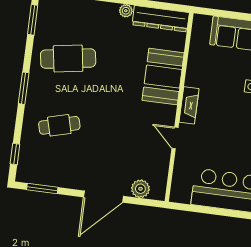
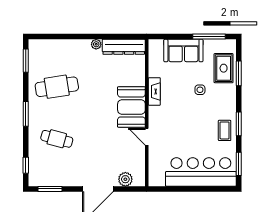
booth: (163, 77) -> (131, 107), moved
fireplace: (189, 105) -> (154, 91), moved
cafe table: (59, 125) -> (57, 139), turned 30

